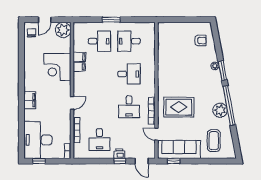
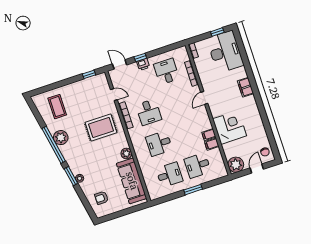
plant: (163, 75) -> (126, 153), added
desk: (129, 107) -> (149, 112), turned 180
sofa: (179, 149) -> (132, 181), moved, turned 90

